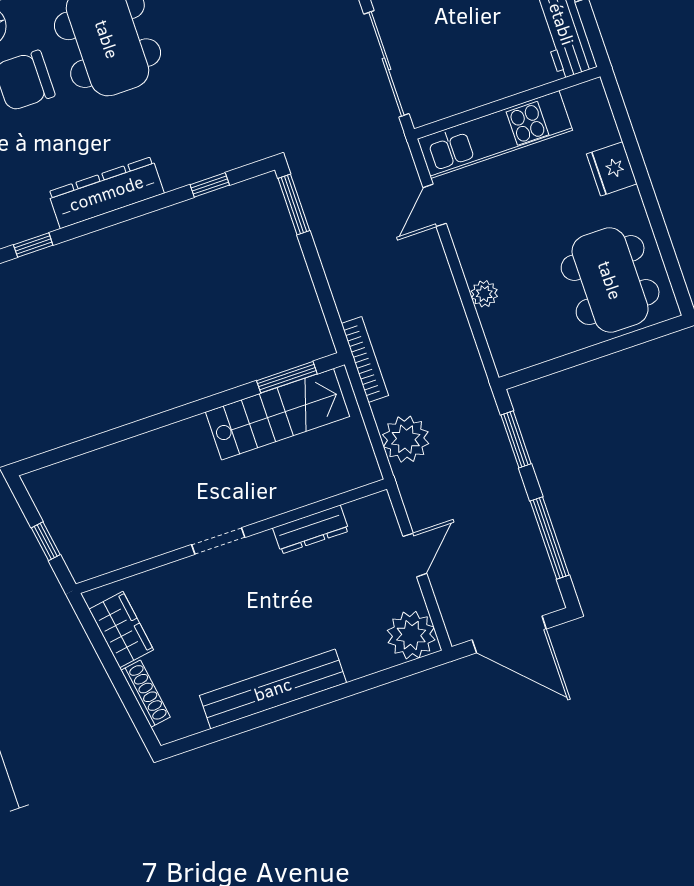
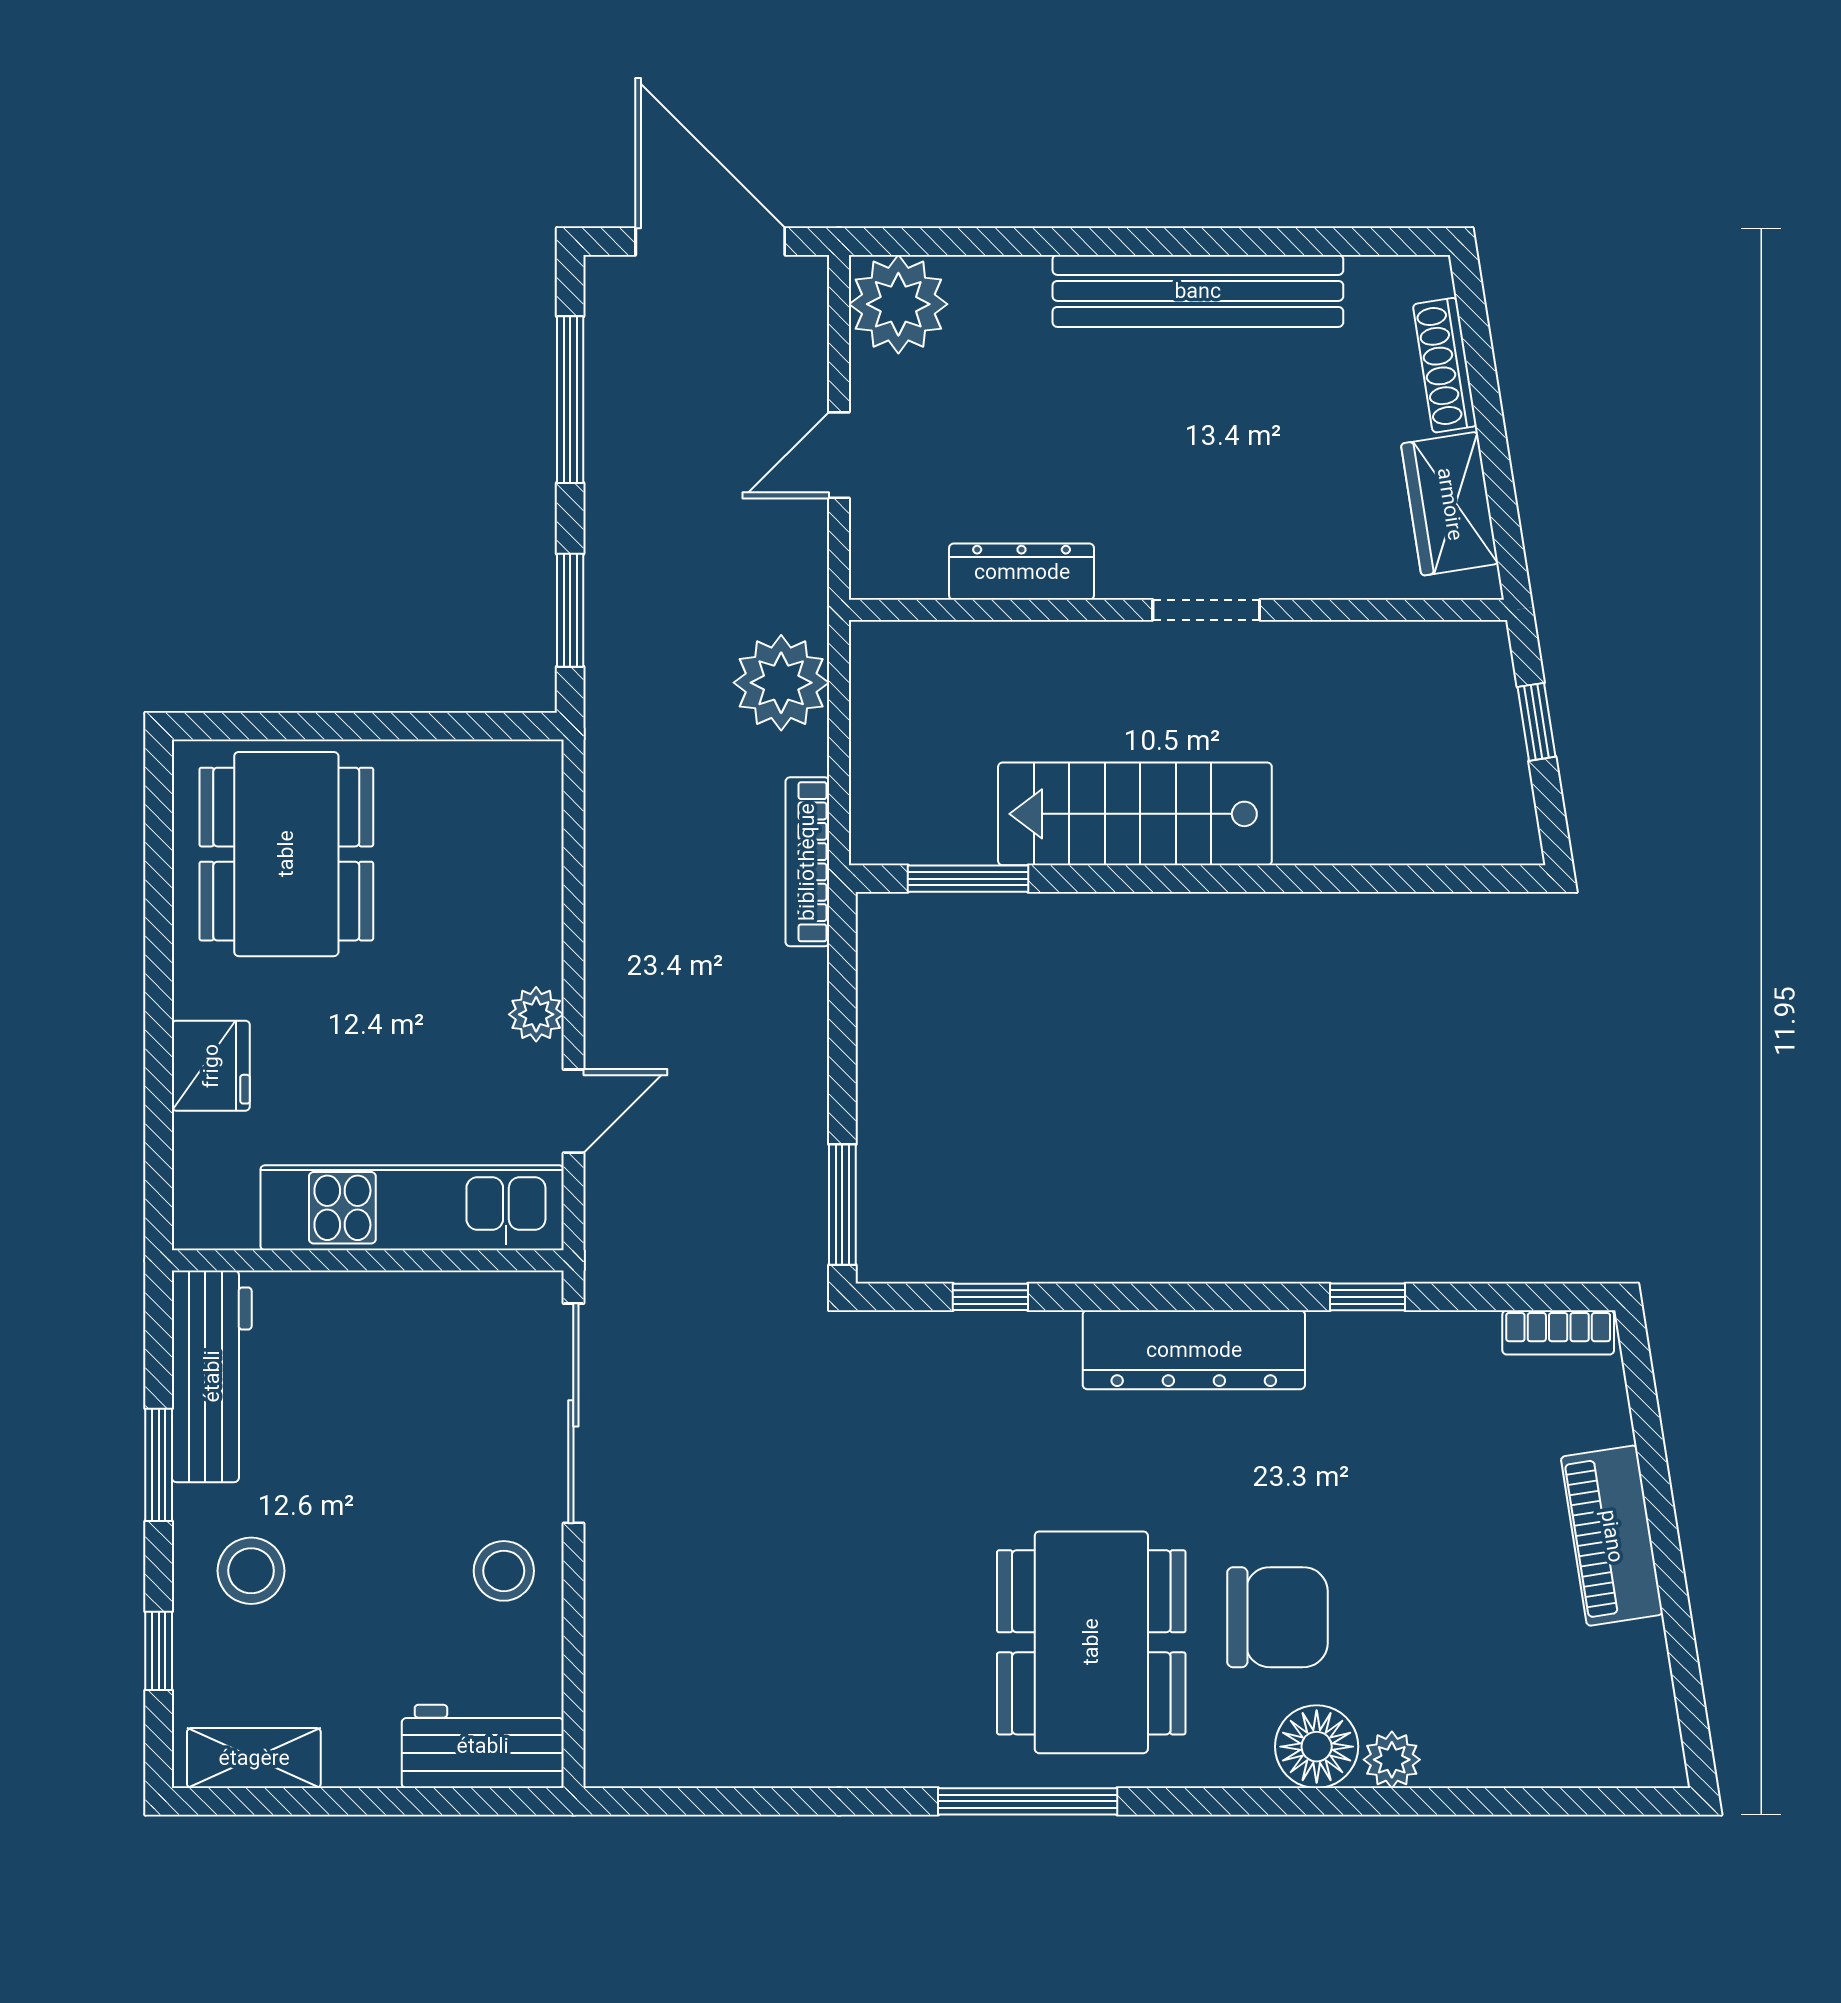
plant: (484, 294) -> (536, 1014), moved
stairs: (278, 414) -> (1135, 814), moved

